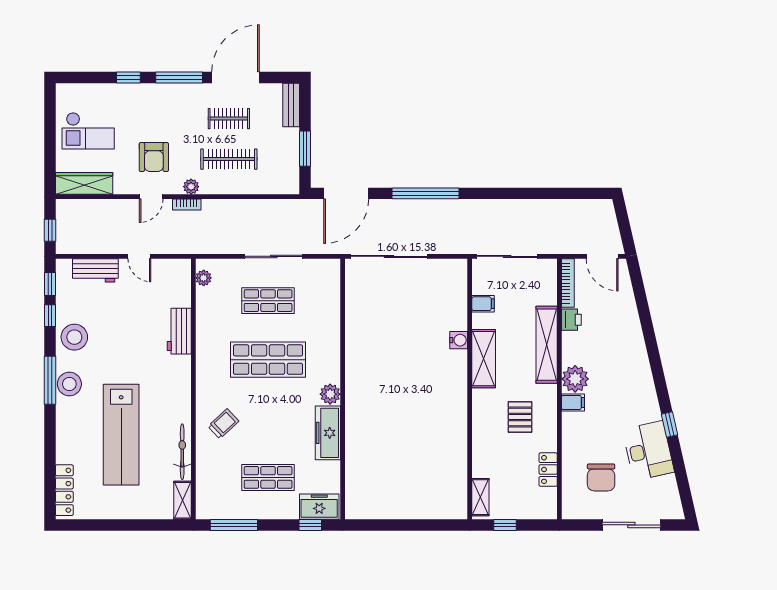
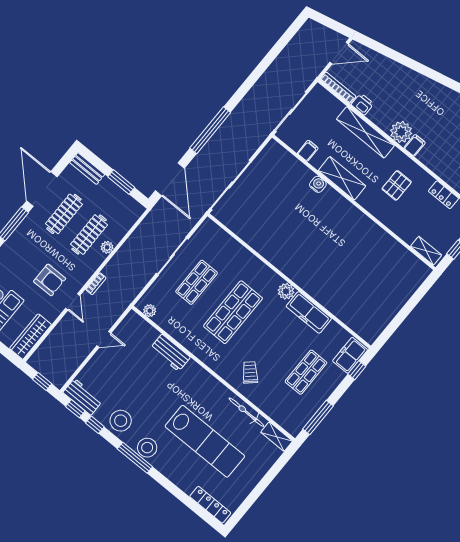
clothes rail: (229, 119) -> (64, 214), width x1.36
plant: (191, 187) -> (107, 247), moved
workbench: (95, 270) -> (83, 397), moved, turned -90
pallet: (520, 417) -> (397, 185), turned 90

